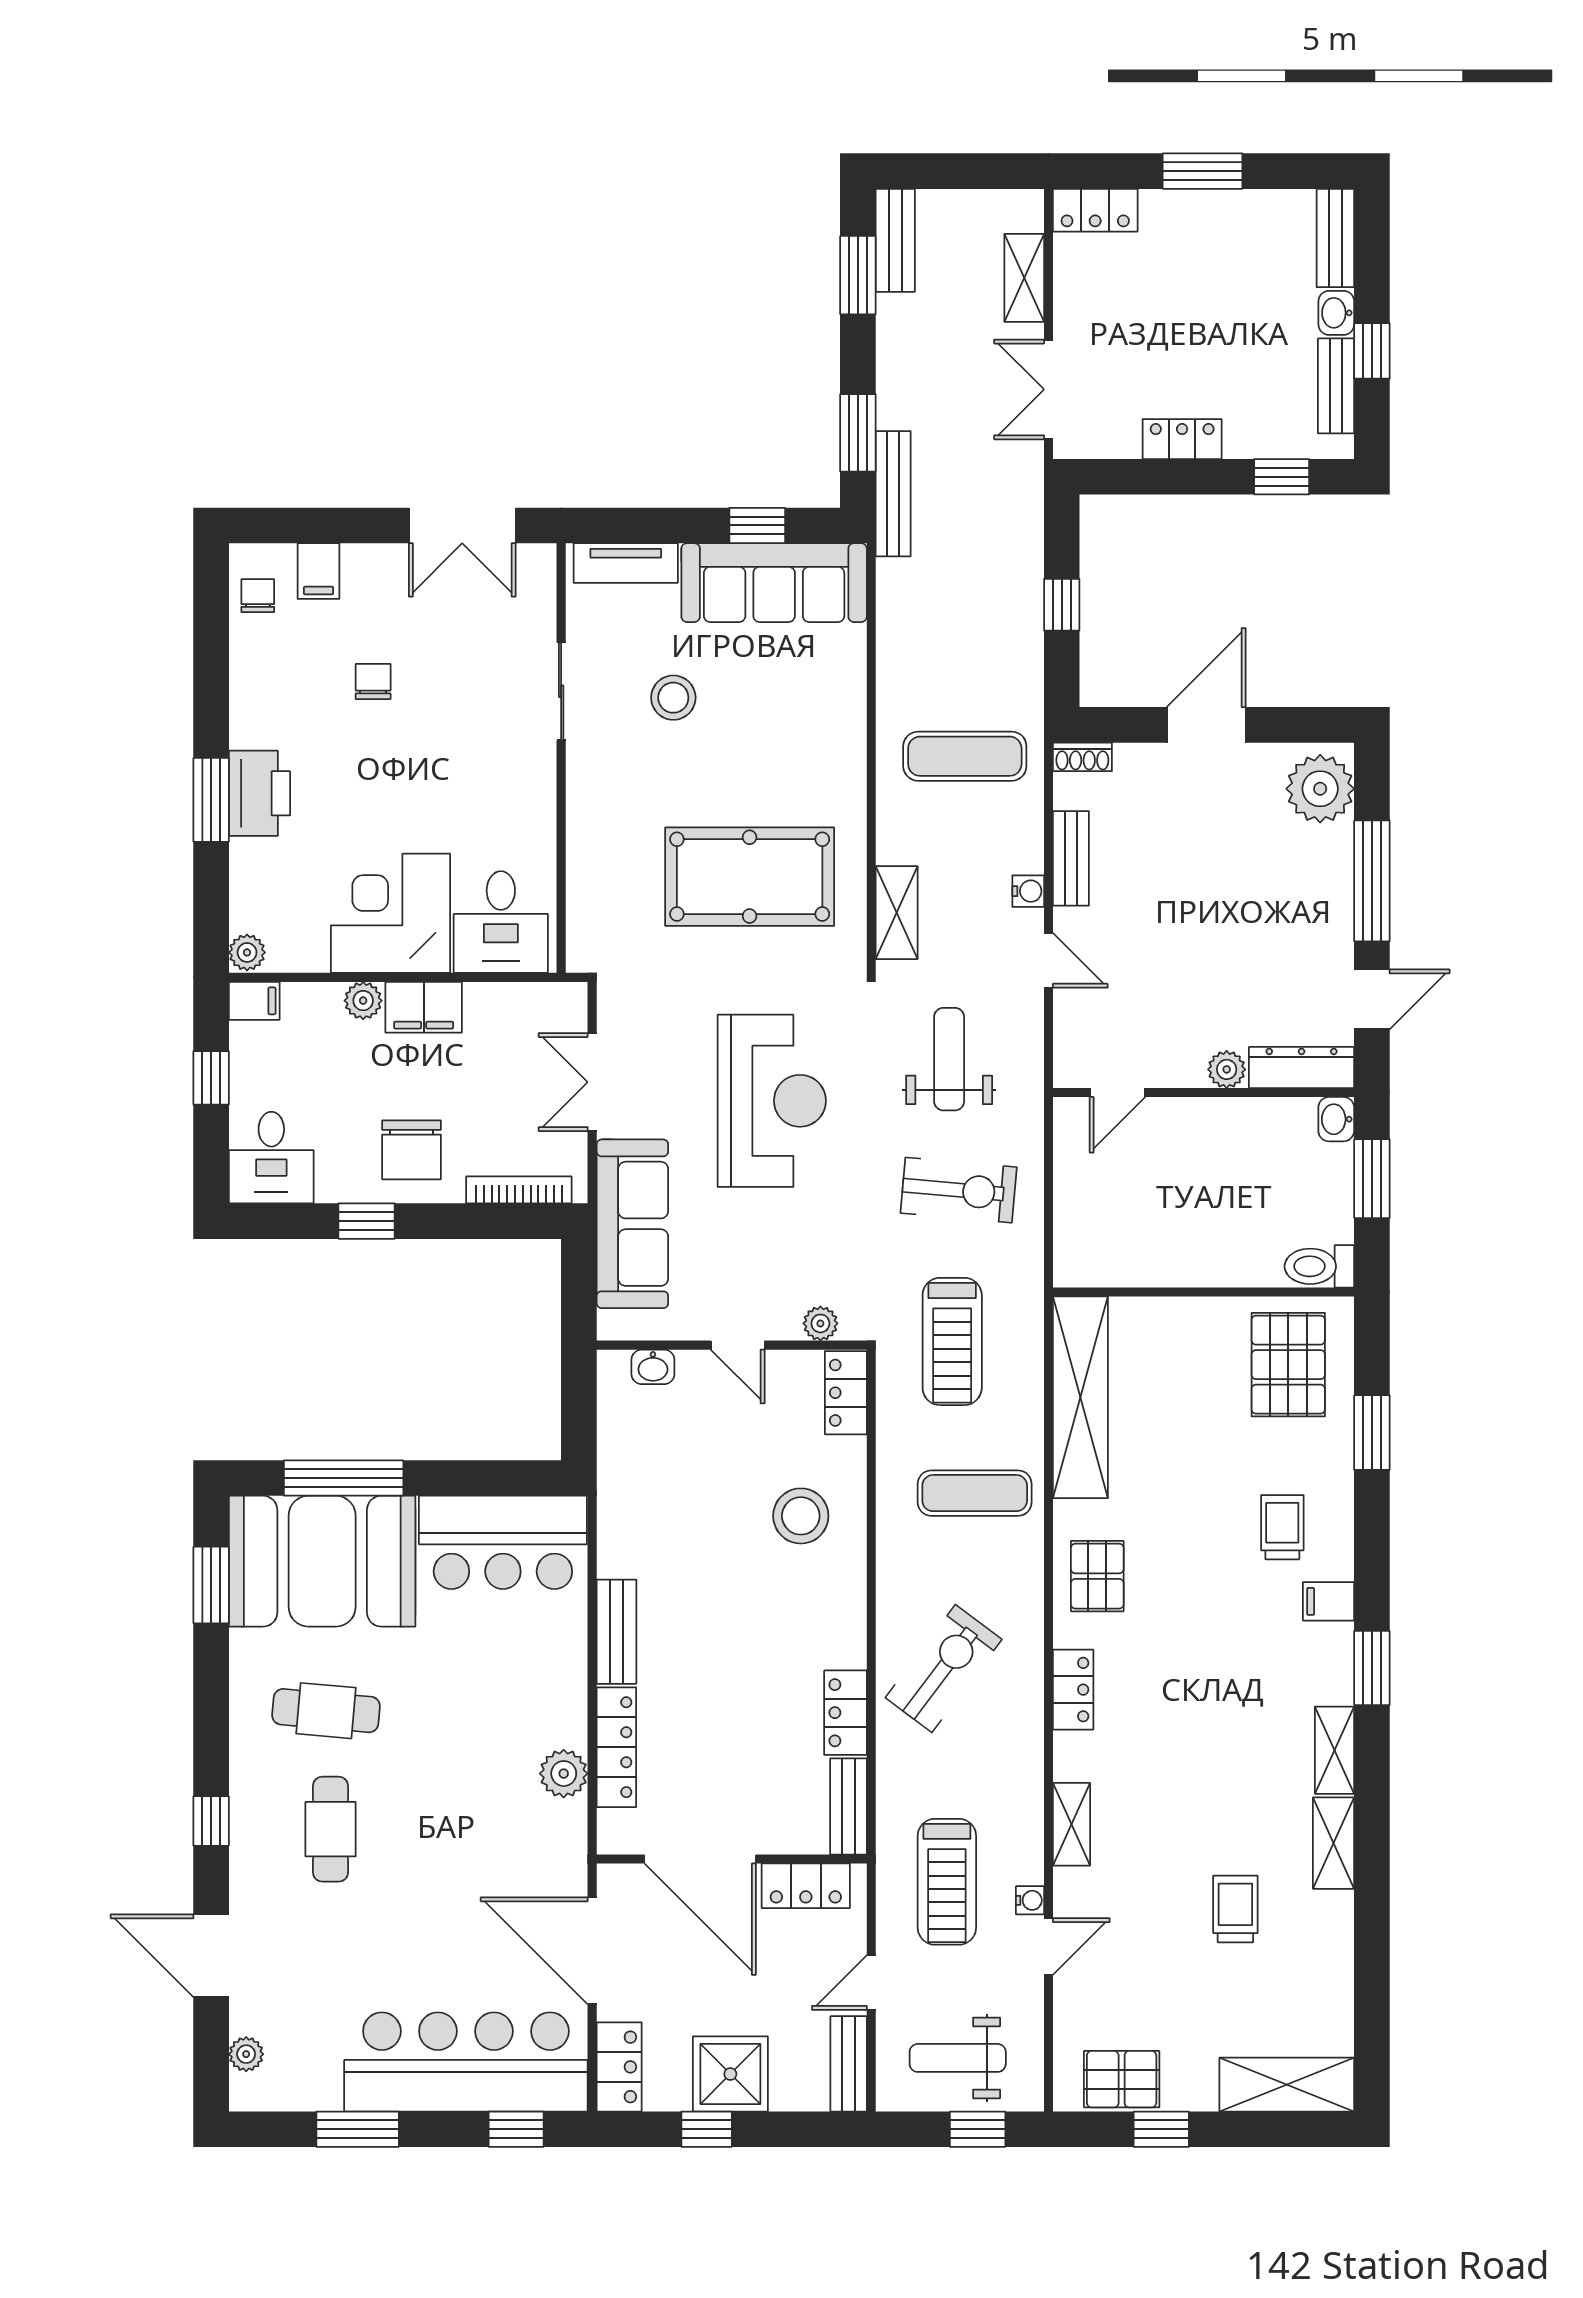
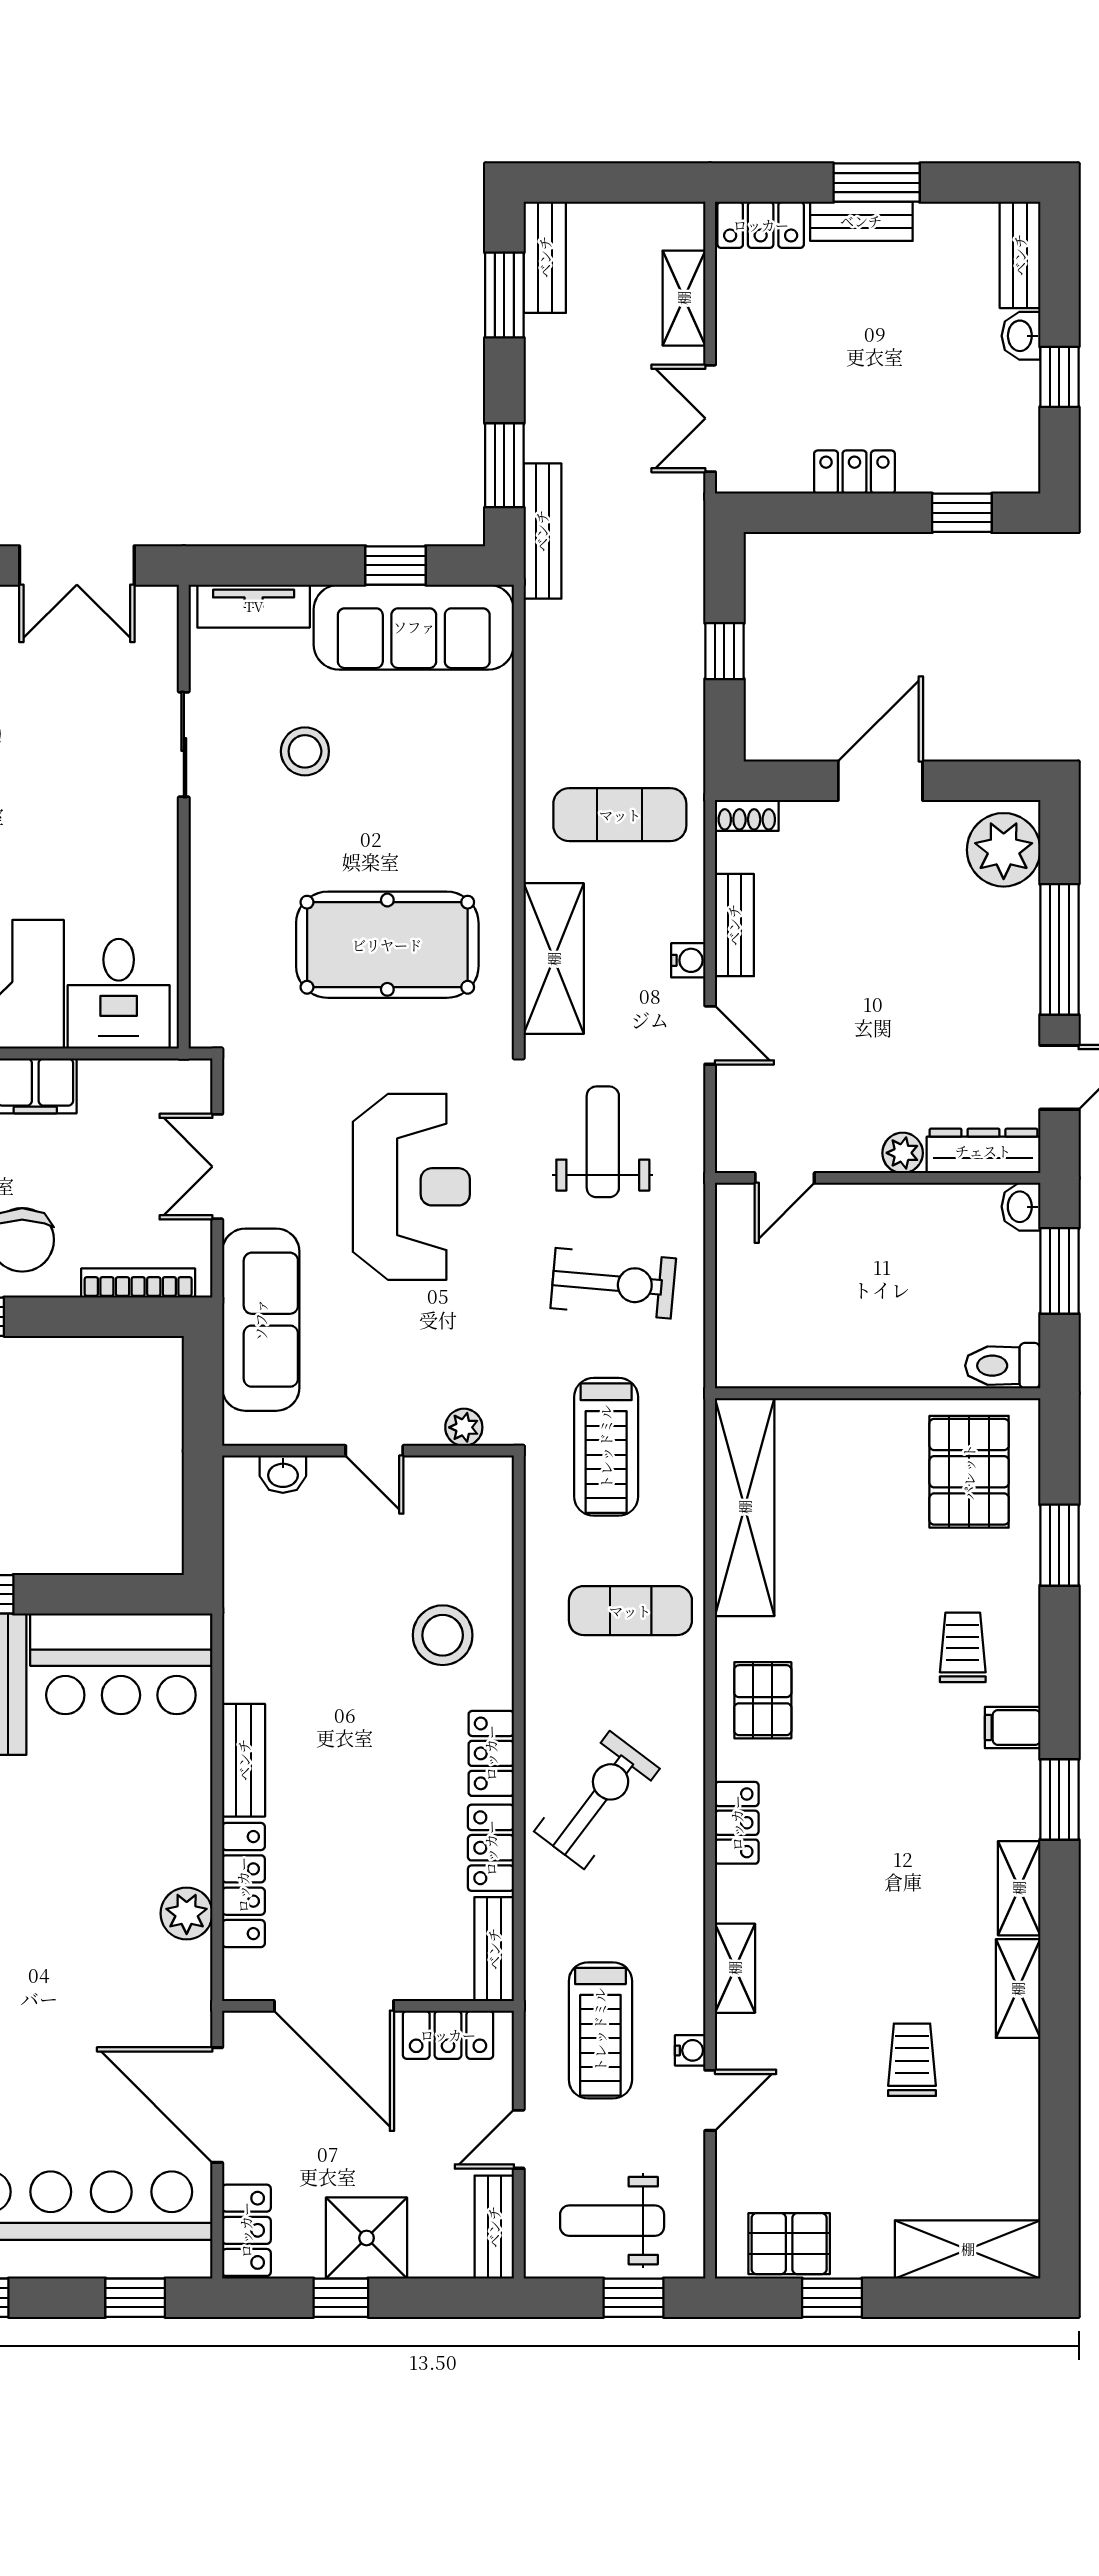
bench: (1336, 386) -> (861, 221), moved, turned 90
shelving: (897, 913) -> (554, 959), width x1.50, depth x1.33
locker: (846, 1393) -> (491, 1753), moved

